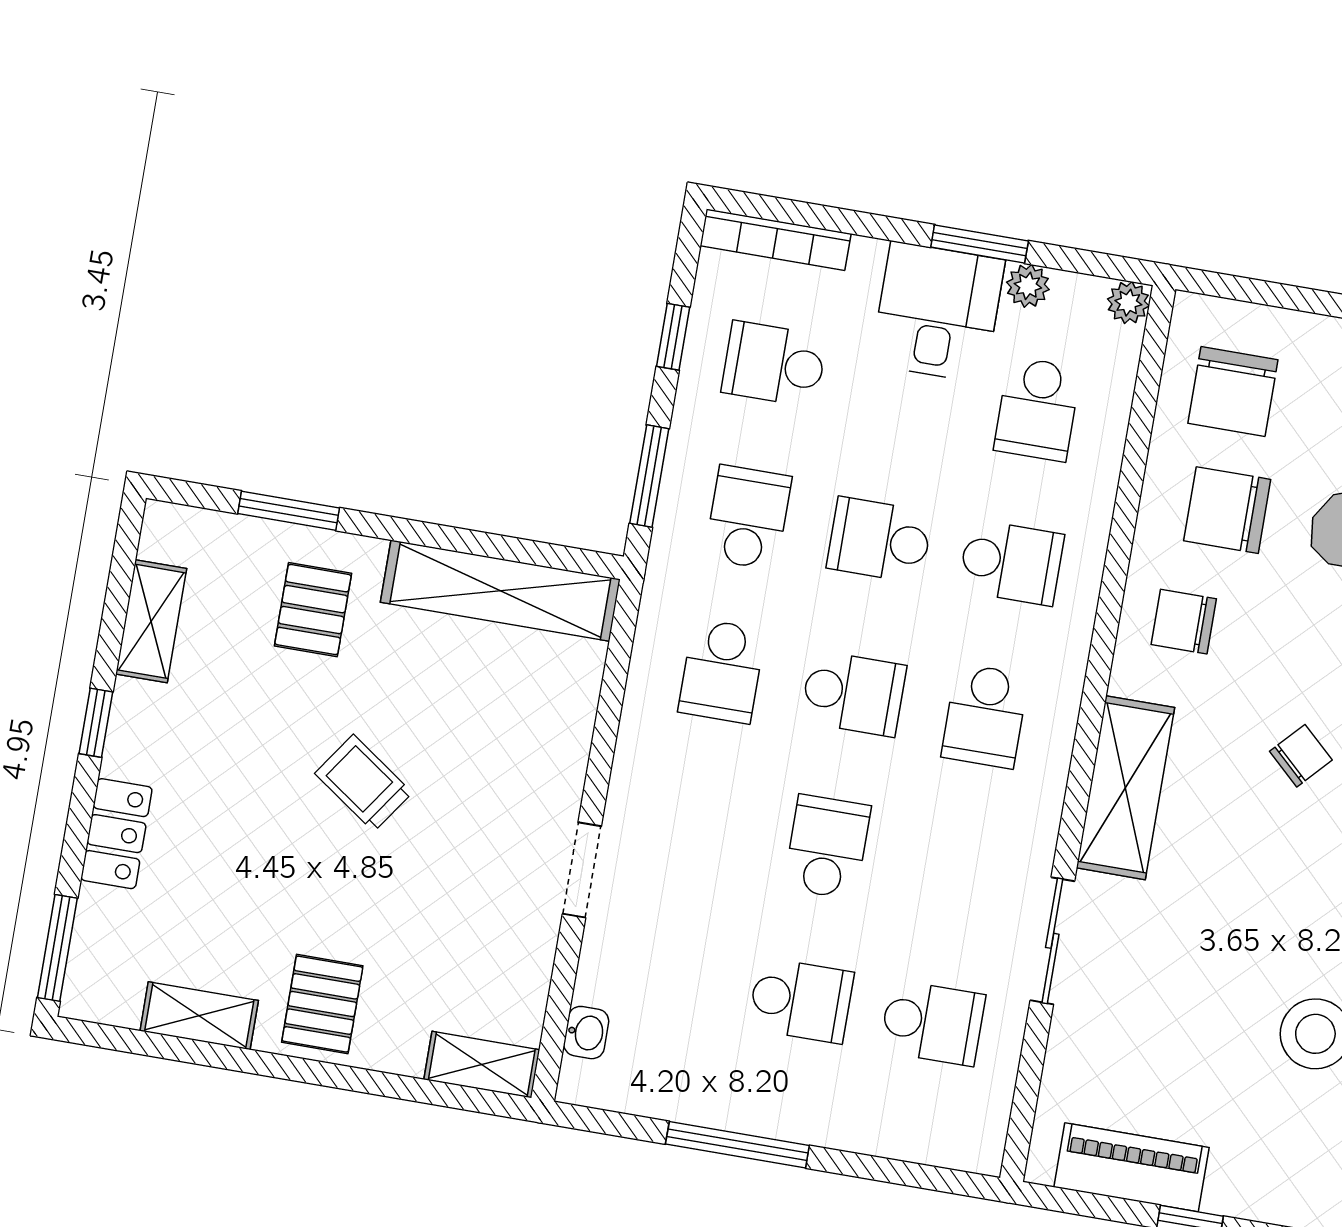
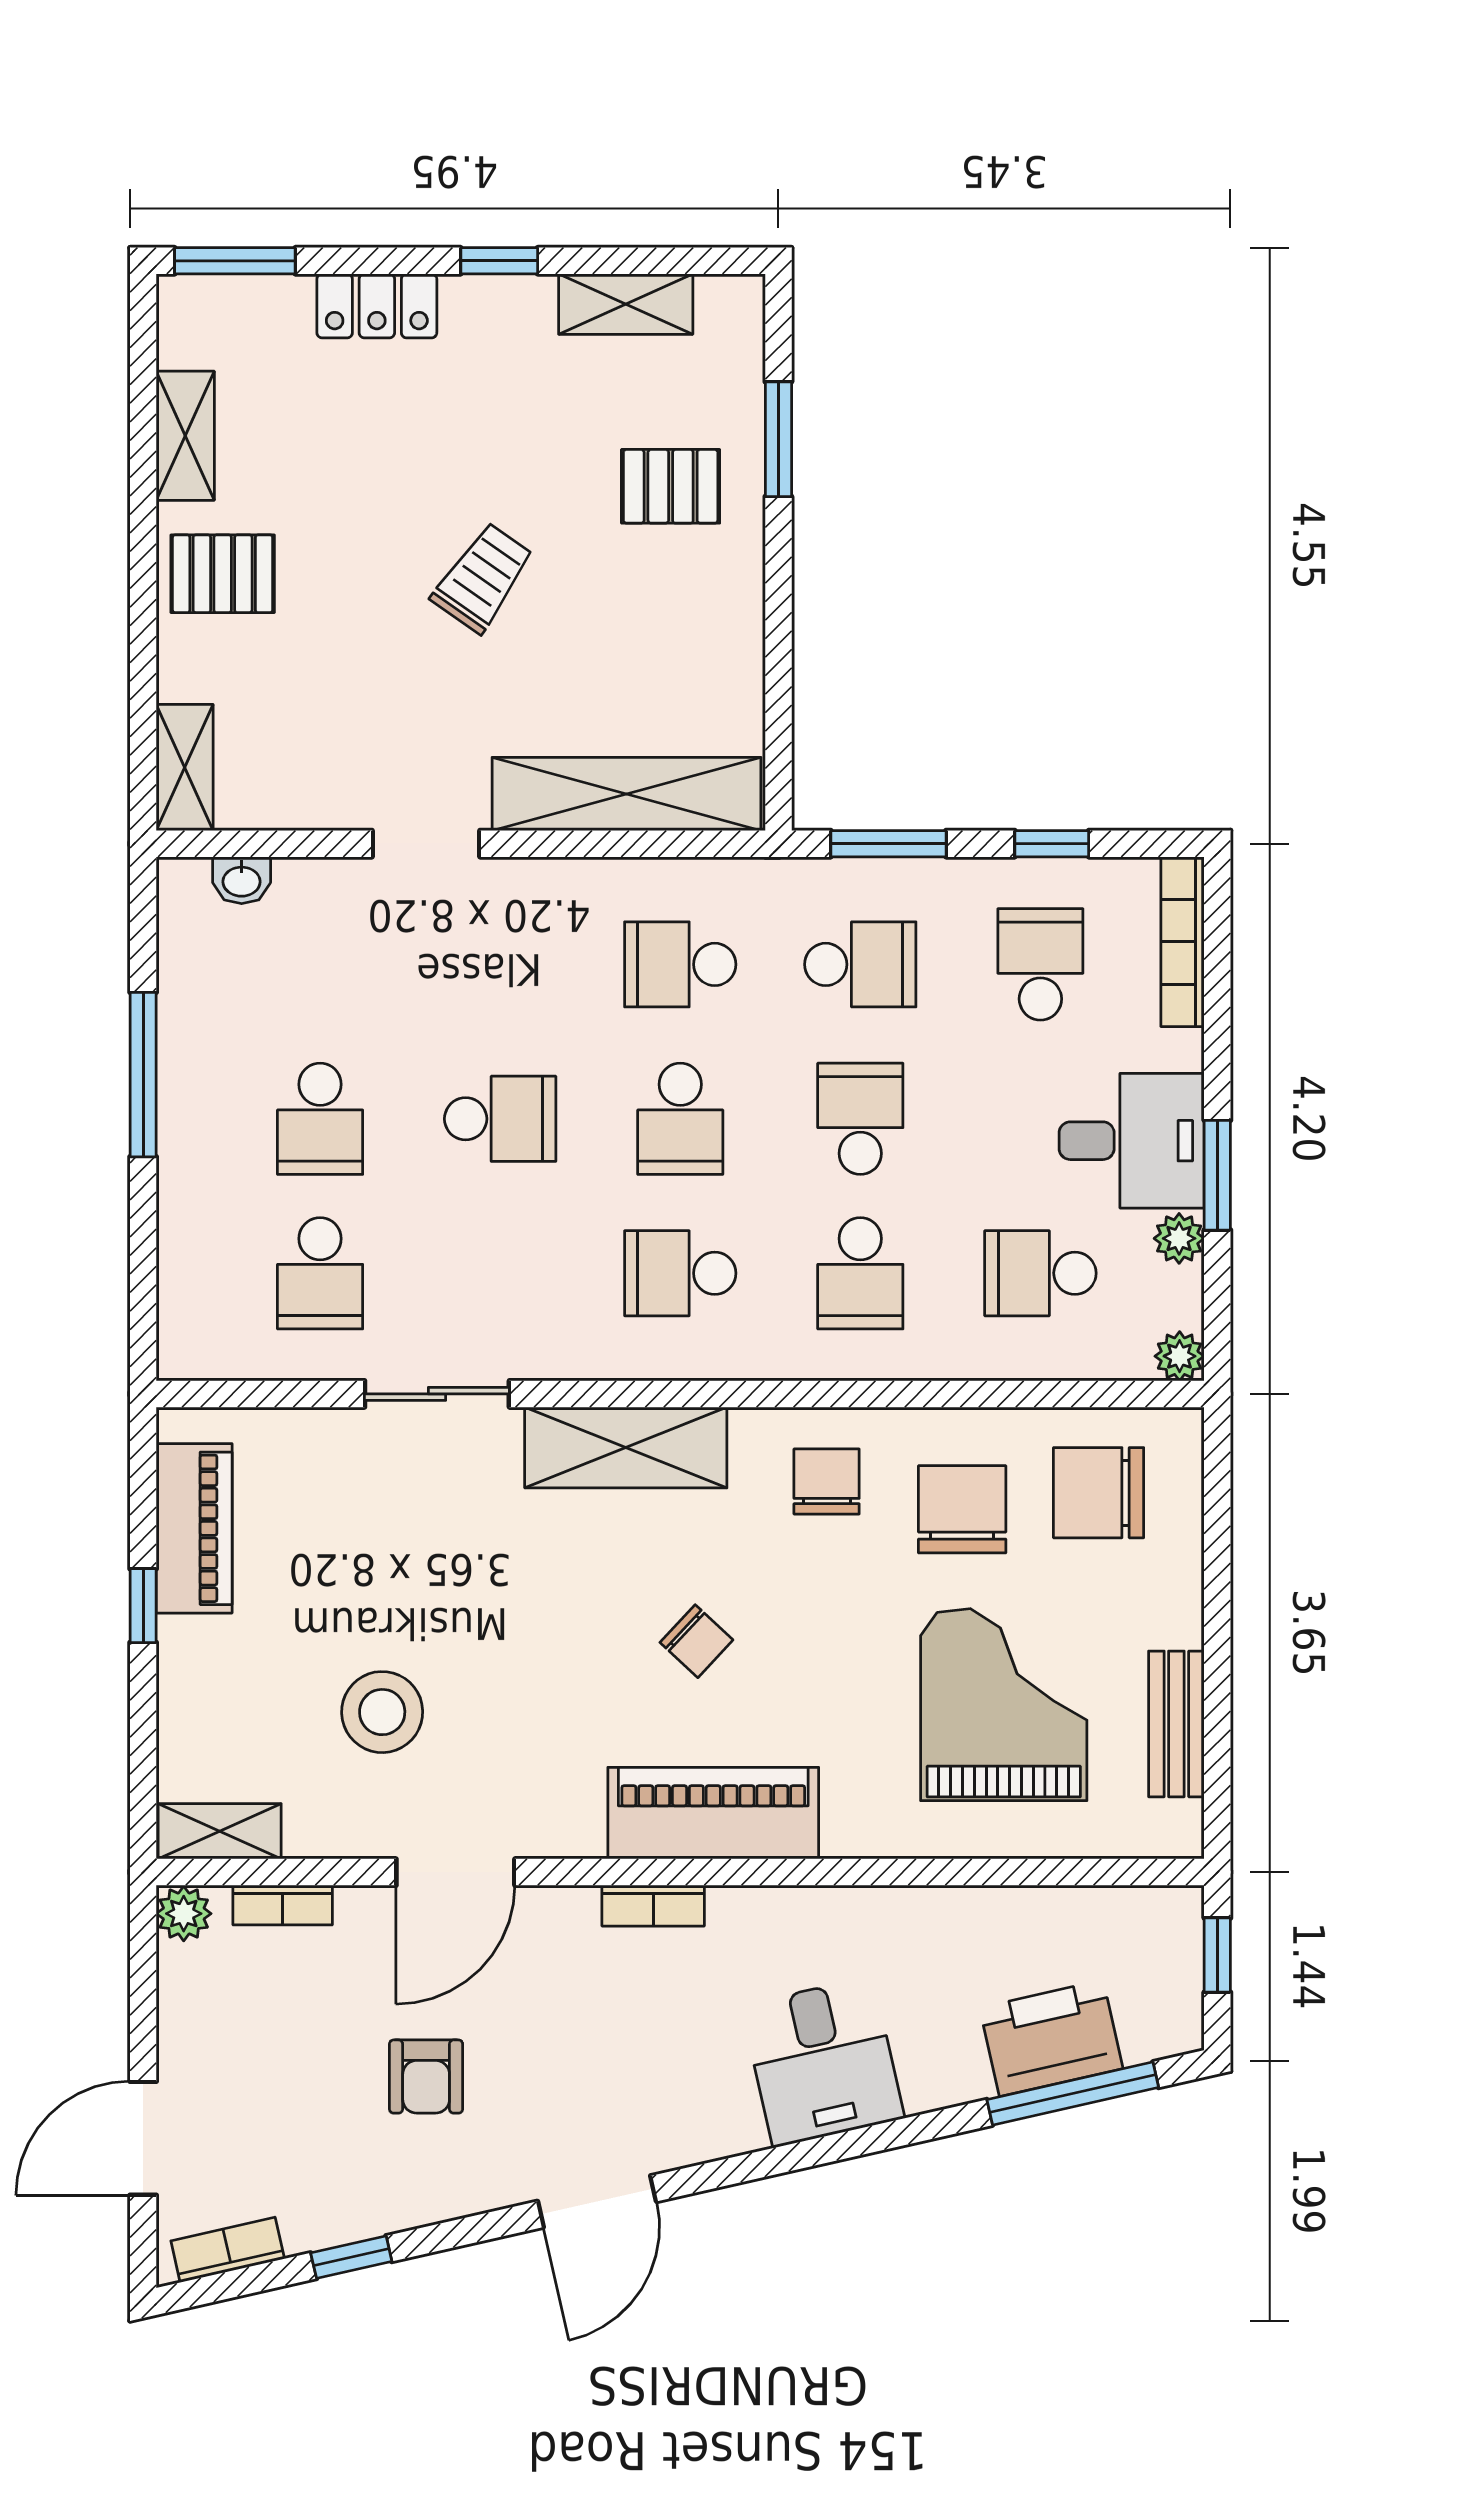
shelving: (500, 591) -> (627, 794), moved, turned 90

